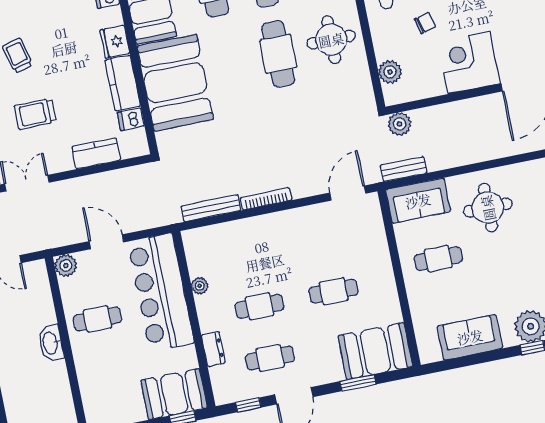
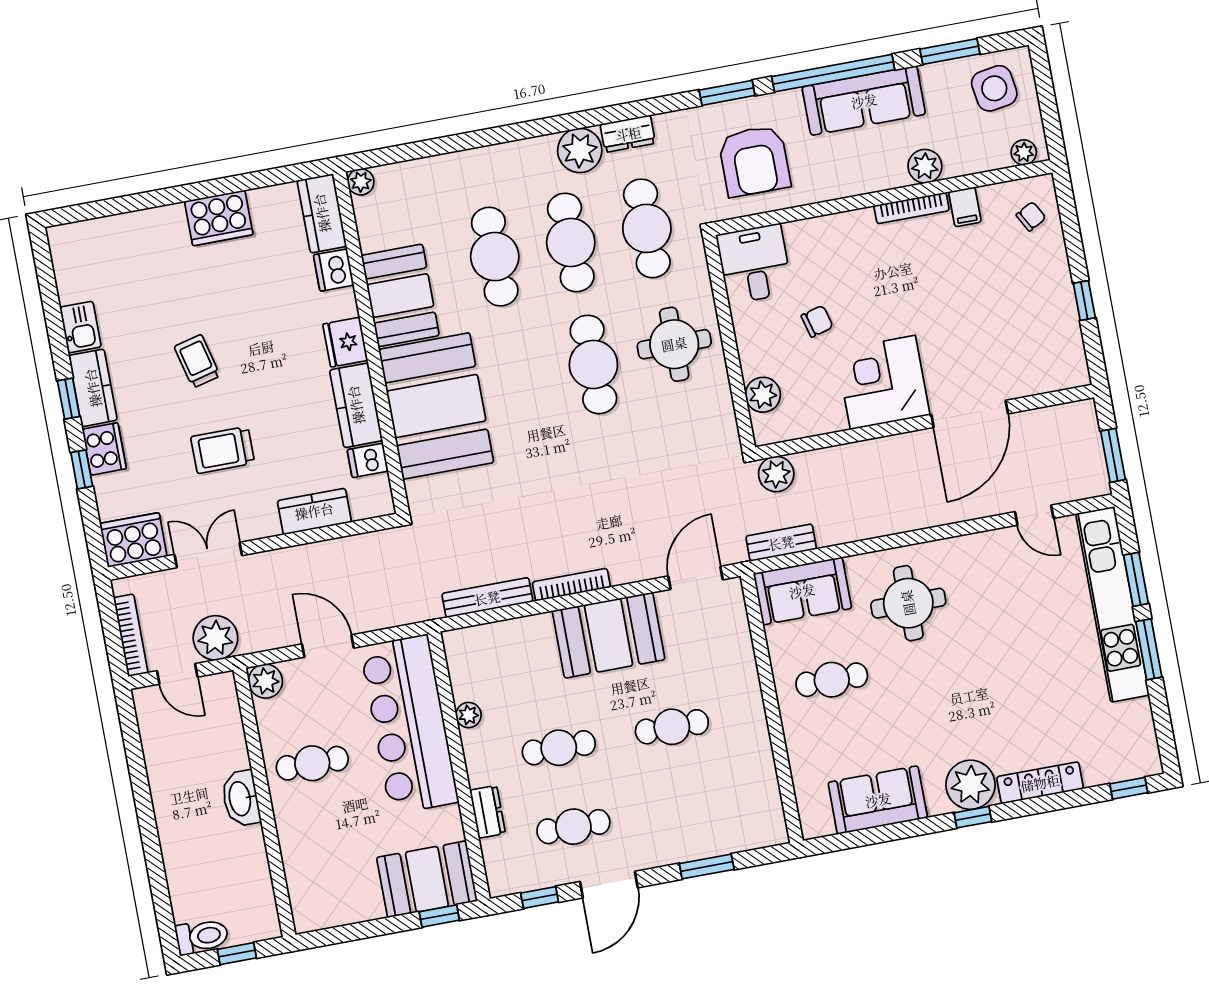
plant: (33, 238) -> (215, 638), added
booth: (375, 351) -> (609, 635), moved

